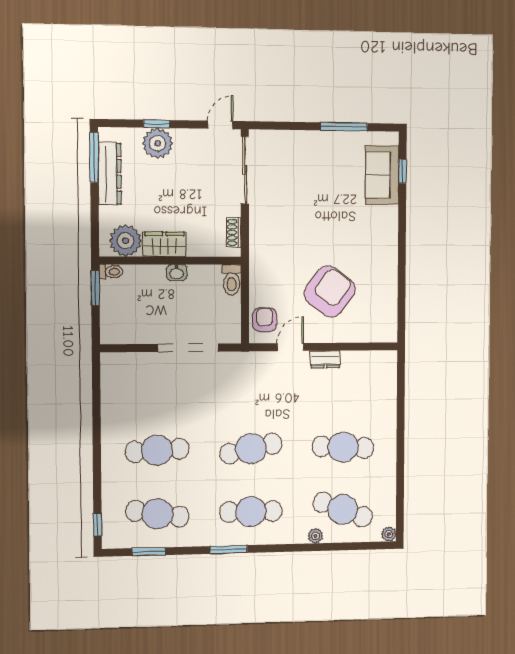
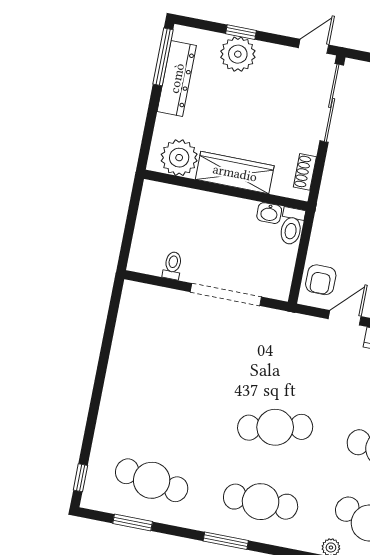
wardrobe: (164, 244) -> (235, 173), width x1.50
toilet: (111, 272) -> (173, 265), moved, turned -90
washbasin: (177, 273) -> (269, 213), moved
window: (95, 288) -> (134, 205), removed
armchair: (265, 320) -> (321, 280), turned 180
cafe table: (157, 450) -> (166, 406), removed

